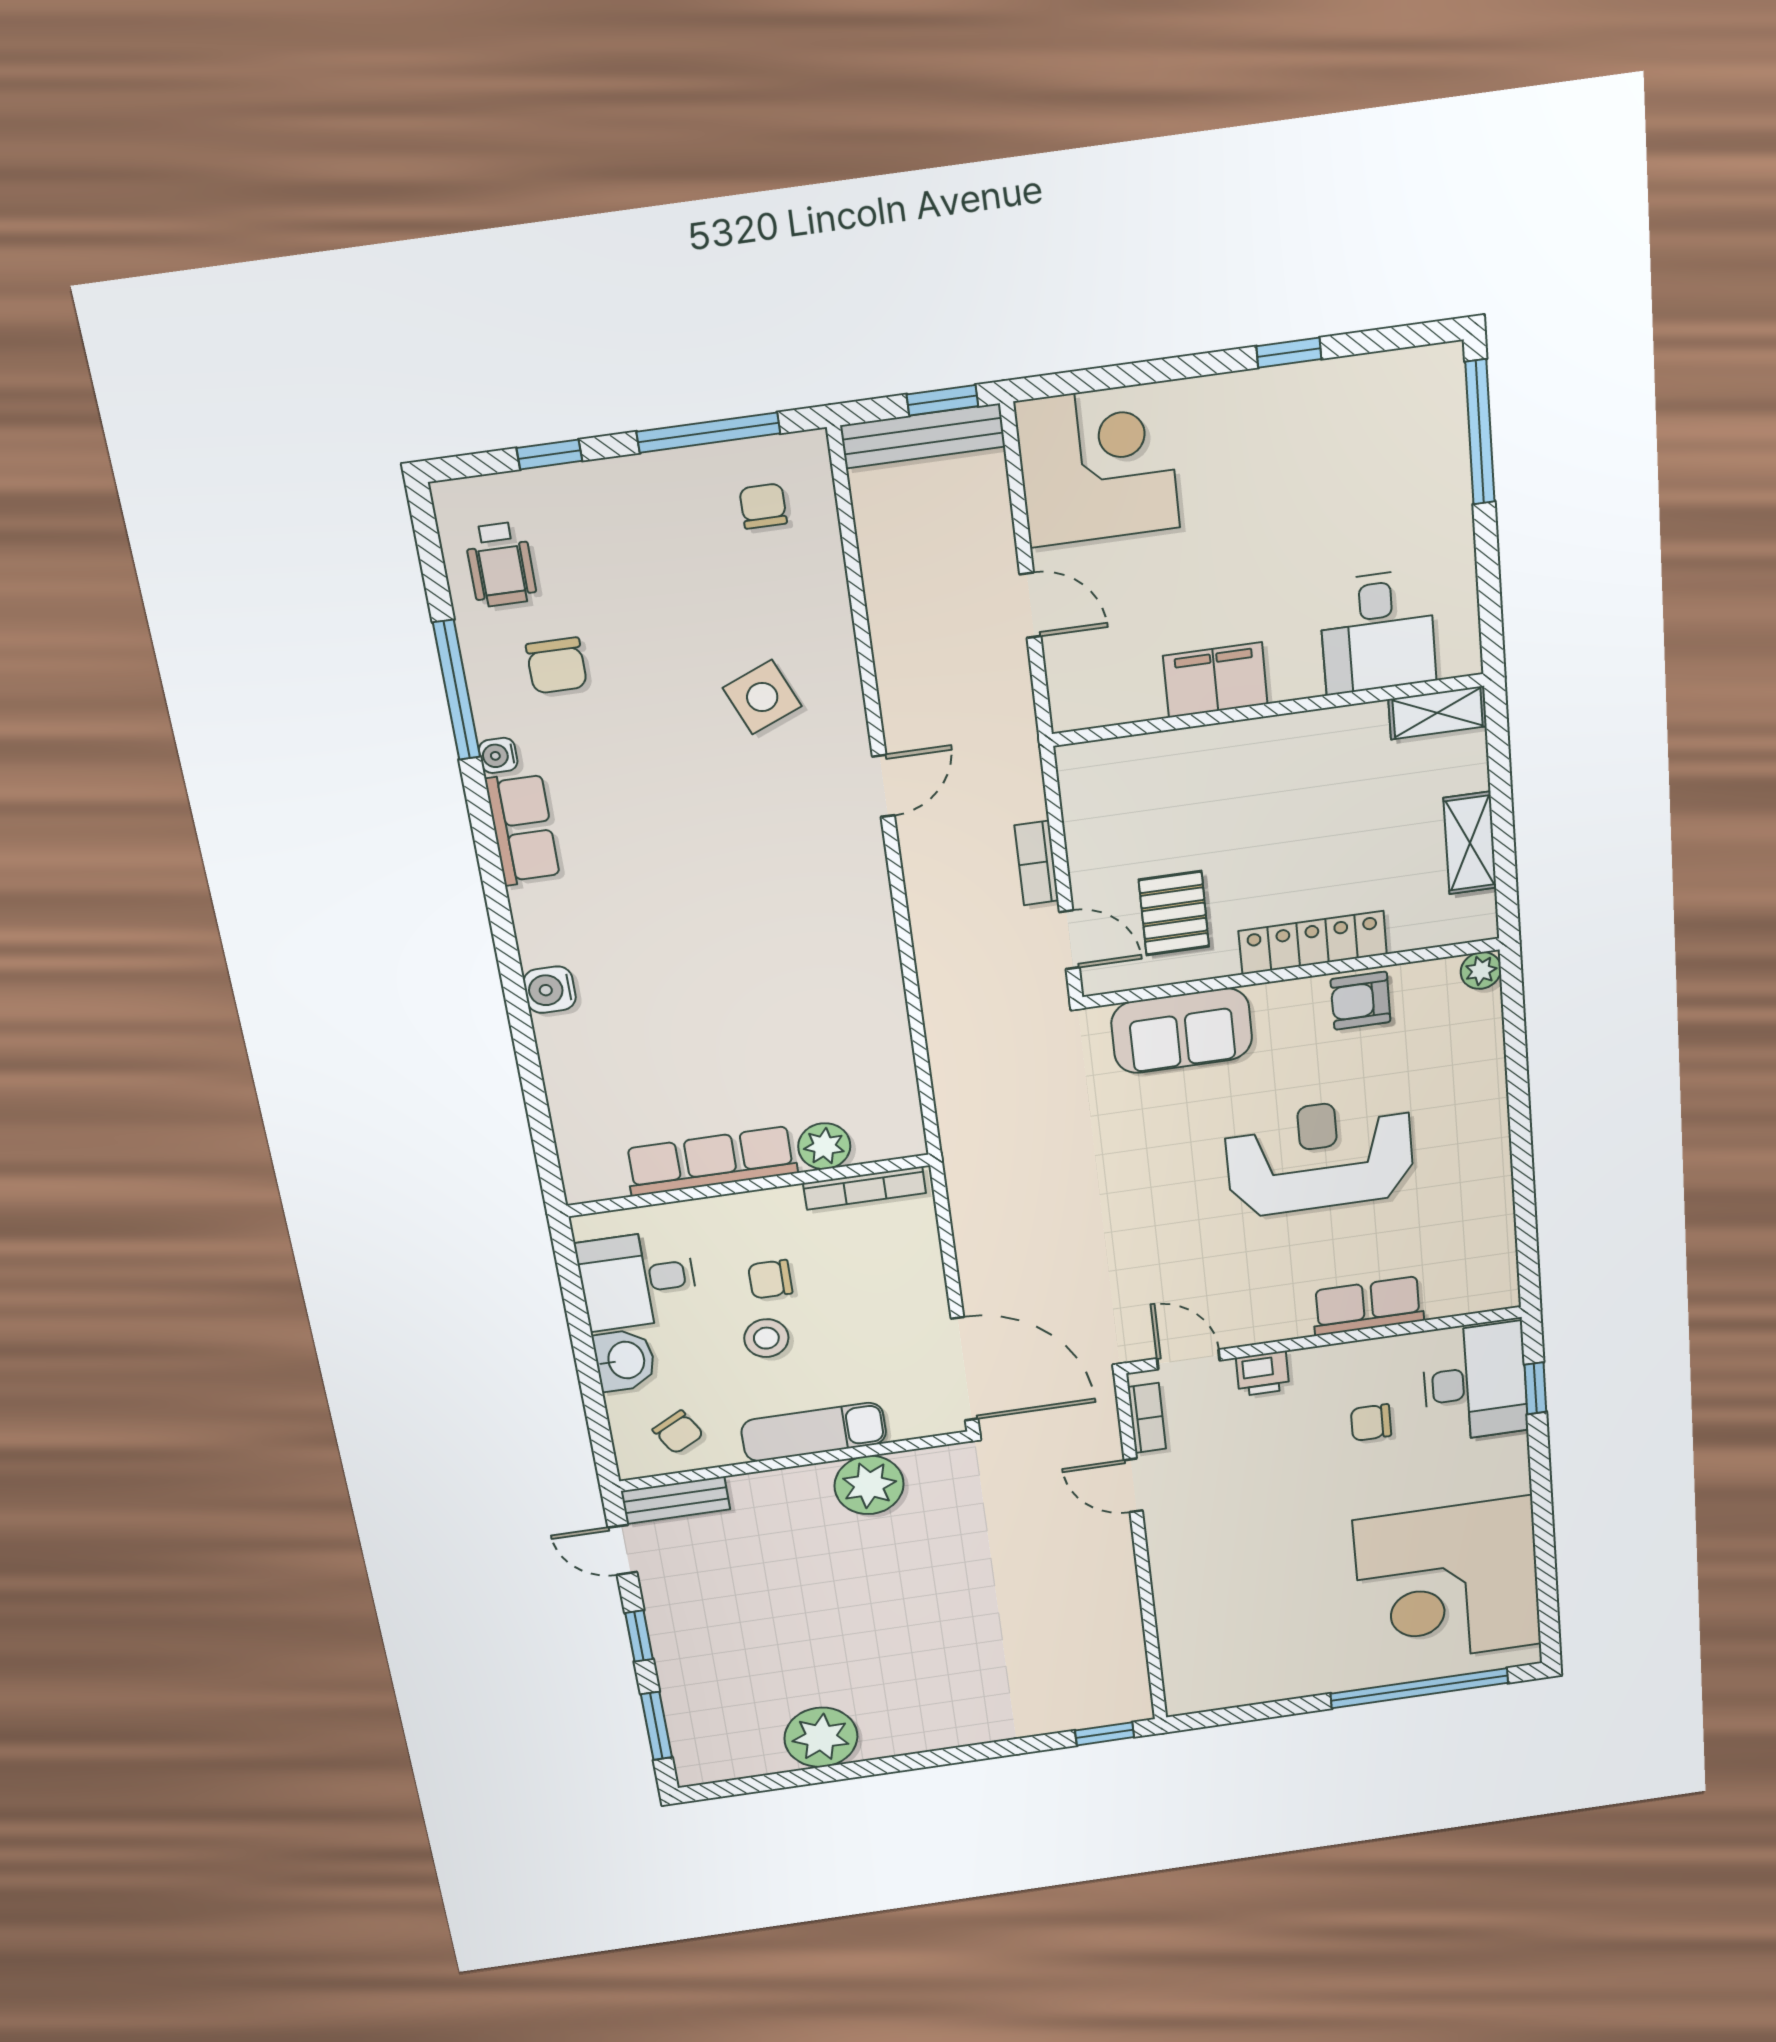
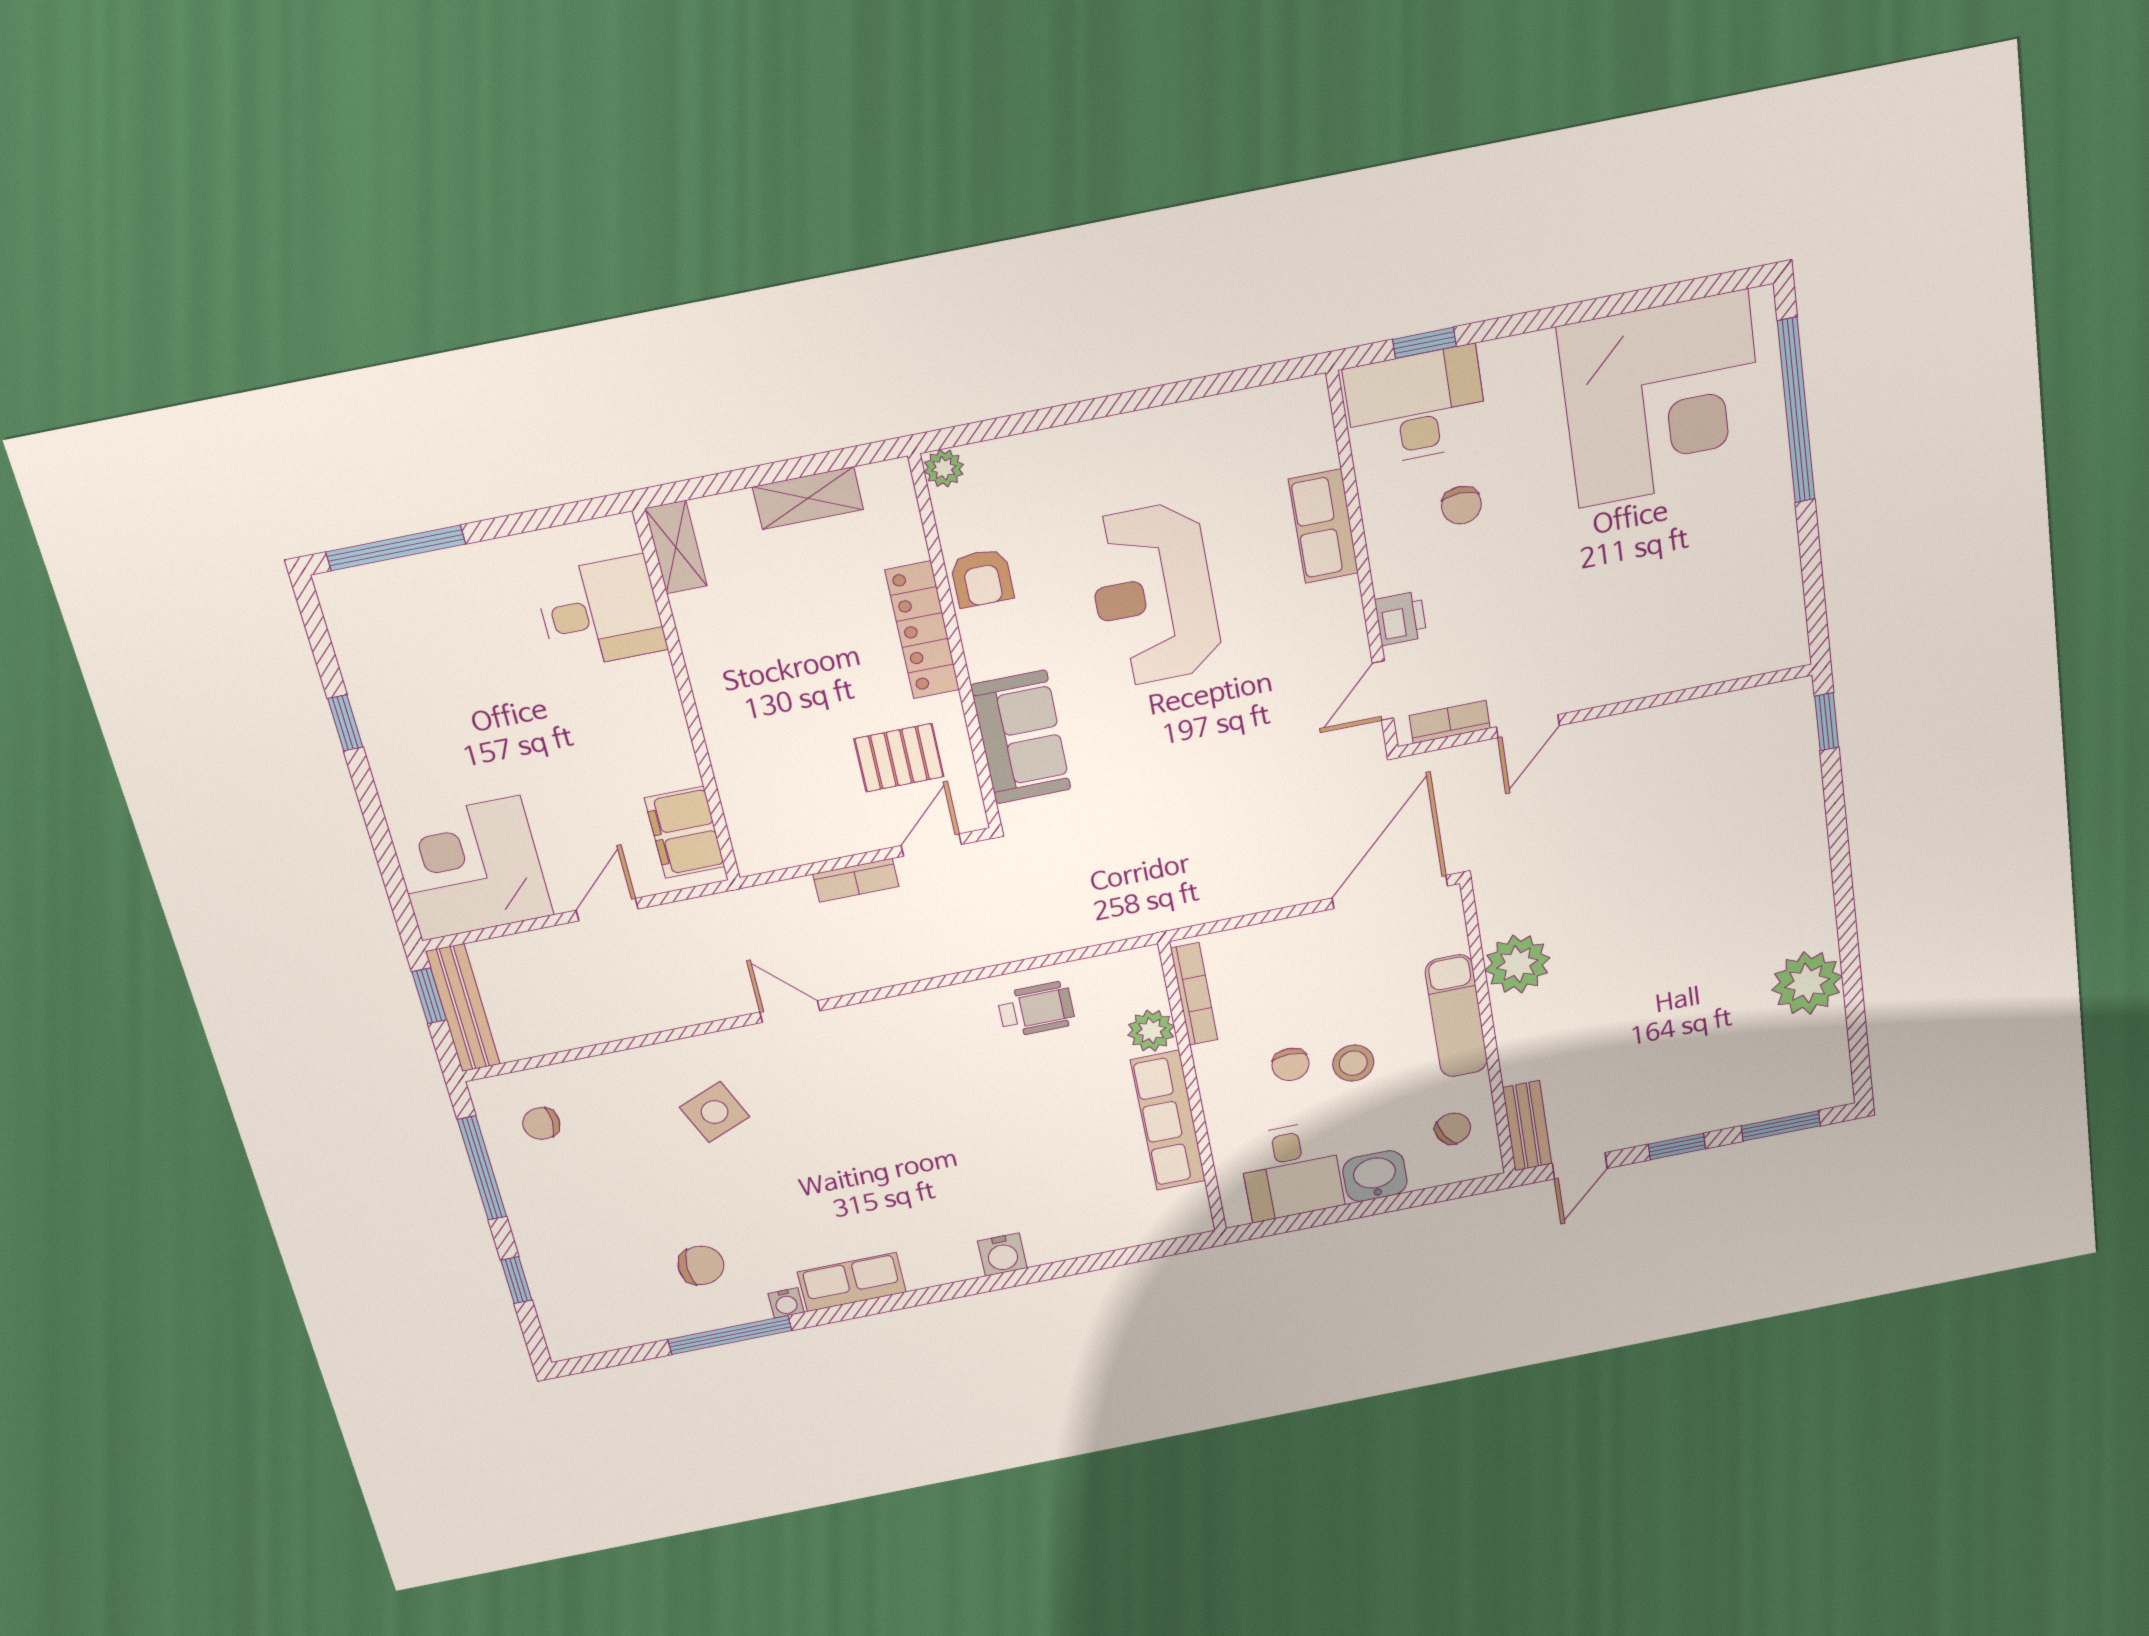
wheelchair: (501, 564) -> (1036, 1009), moved
filing cabinet: (1215, 680) -> (685, 832), moved

